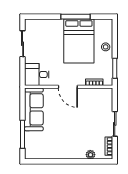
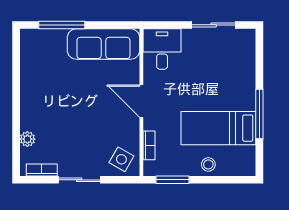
bed: (79, 41) -> (218, 128), width x0.67
door: (68, 87) -> (141, 101), hinge flipped
side table: (103, 99) -> (121, 159), added

